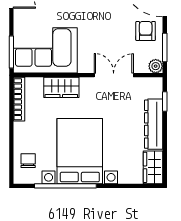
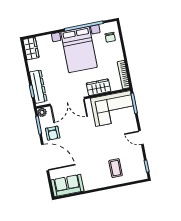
double door: (114, 75) -> (67, 101), width x1.37
dresser: (154, 124) -> (38, 87), moved

